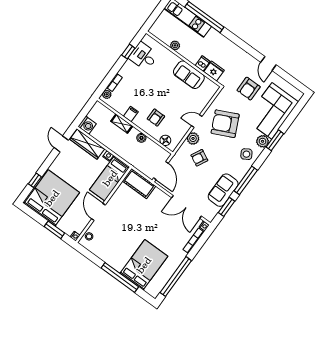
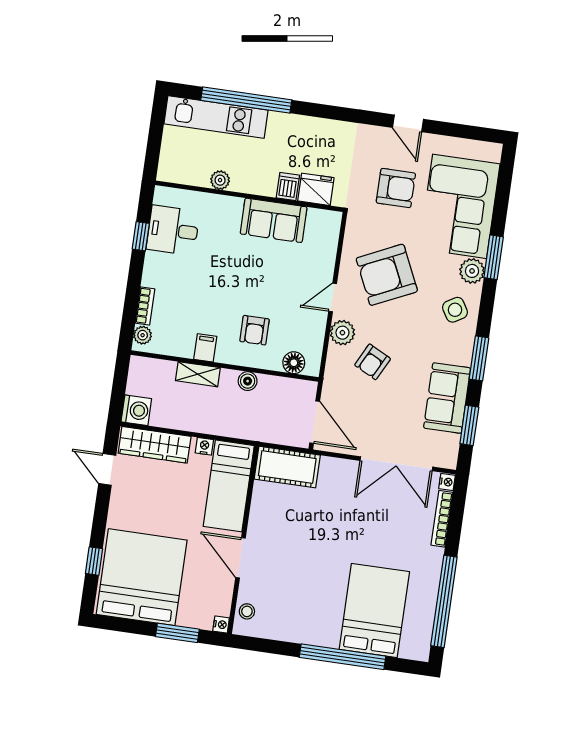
armchair: (249, 89) -> (396, 188), turned -90
window: (246, 180) -> (479, 358), width x0.69

